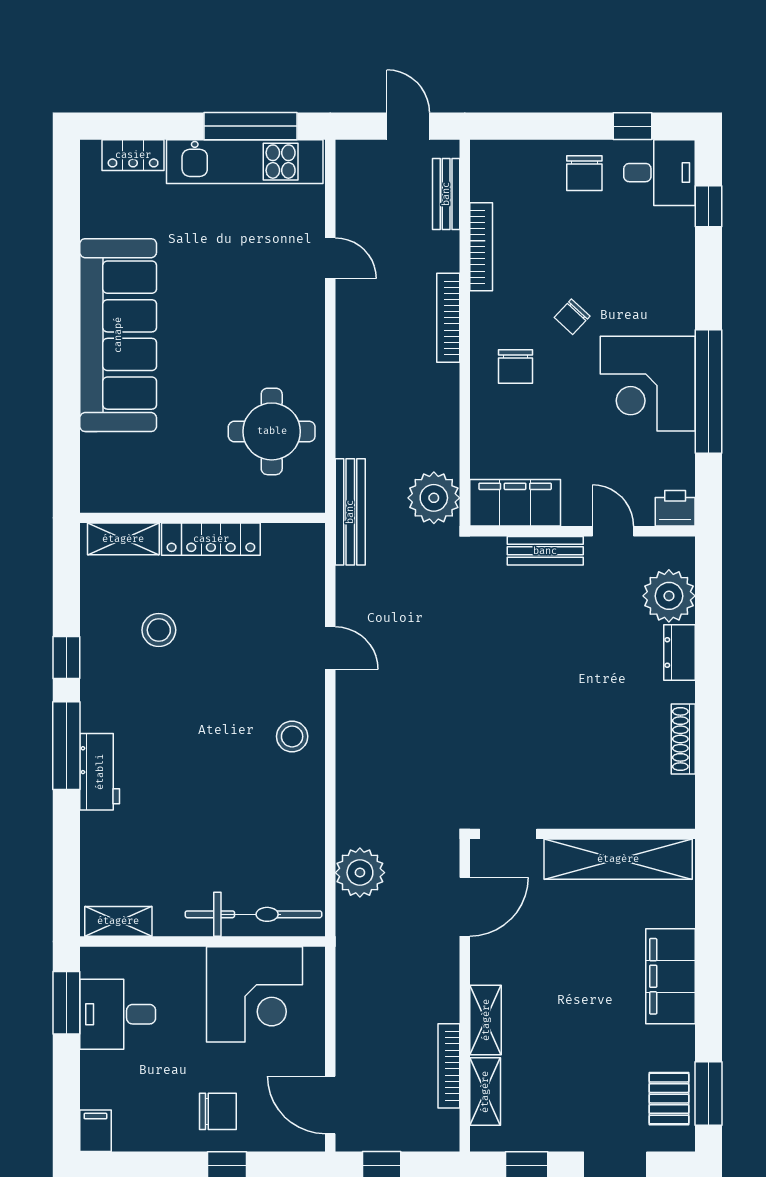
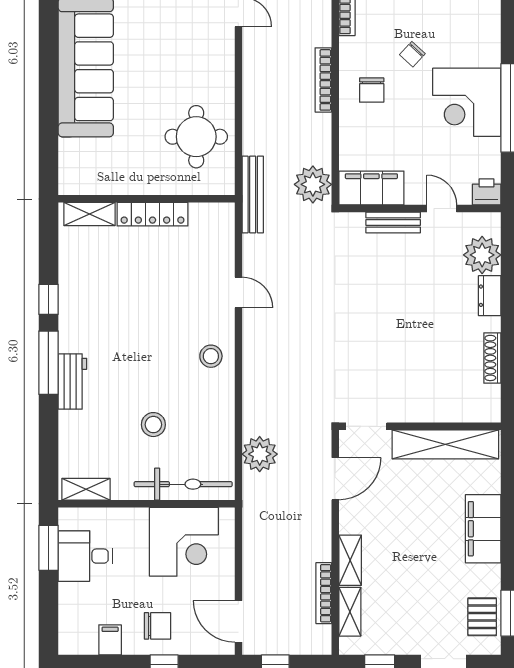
bookcase: (448, 318) -> (323, 80), moved
stool: (159, 630) -> (153, 425), moved
filing cabinet: (95, 1131) -> (110, 640), moved

